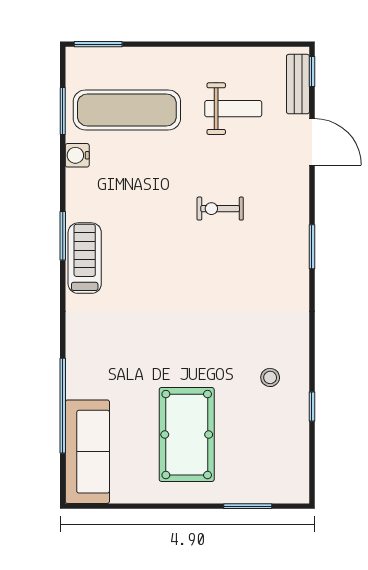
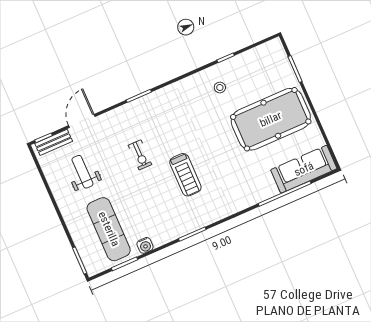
treadmill: (85, 258) -> (185, 175), moved, turned -90
pool table: (187, 435) -> (271, 119), width x1.36, depth x1.32

